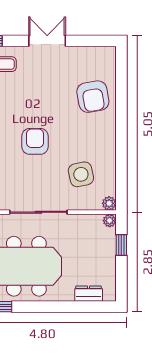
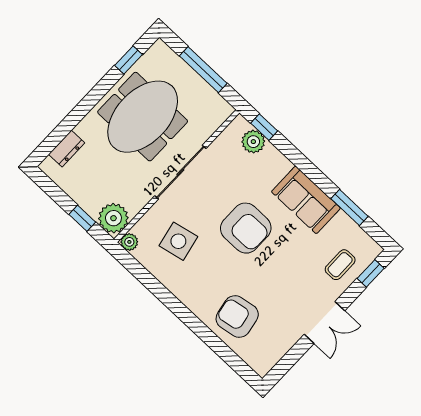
armchair: (35, 141) -> (246, 228), width x1.36, depth x1.36
plant: (110, 221) -> (113, 218), width x1.88, depth x1.88

